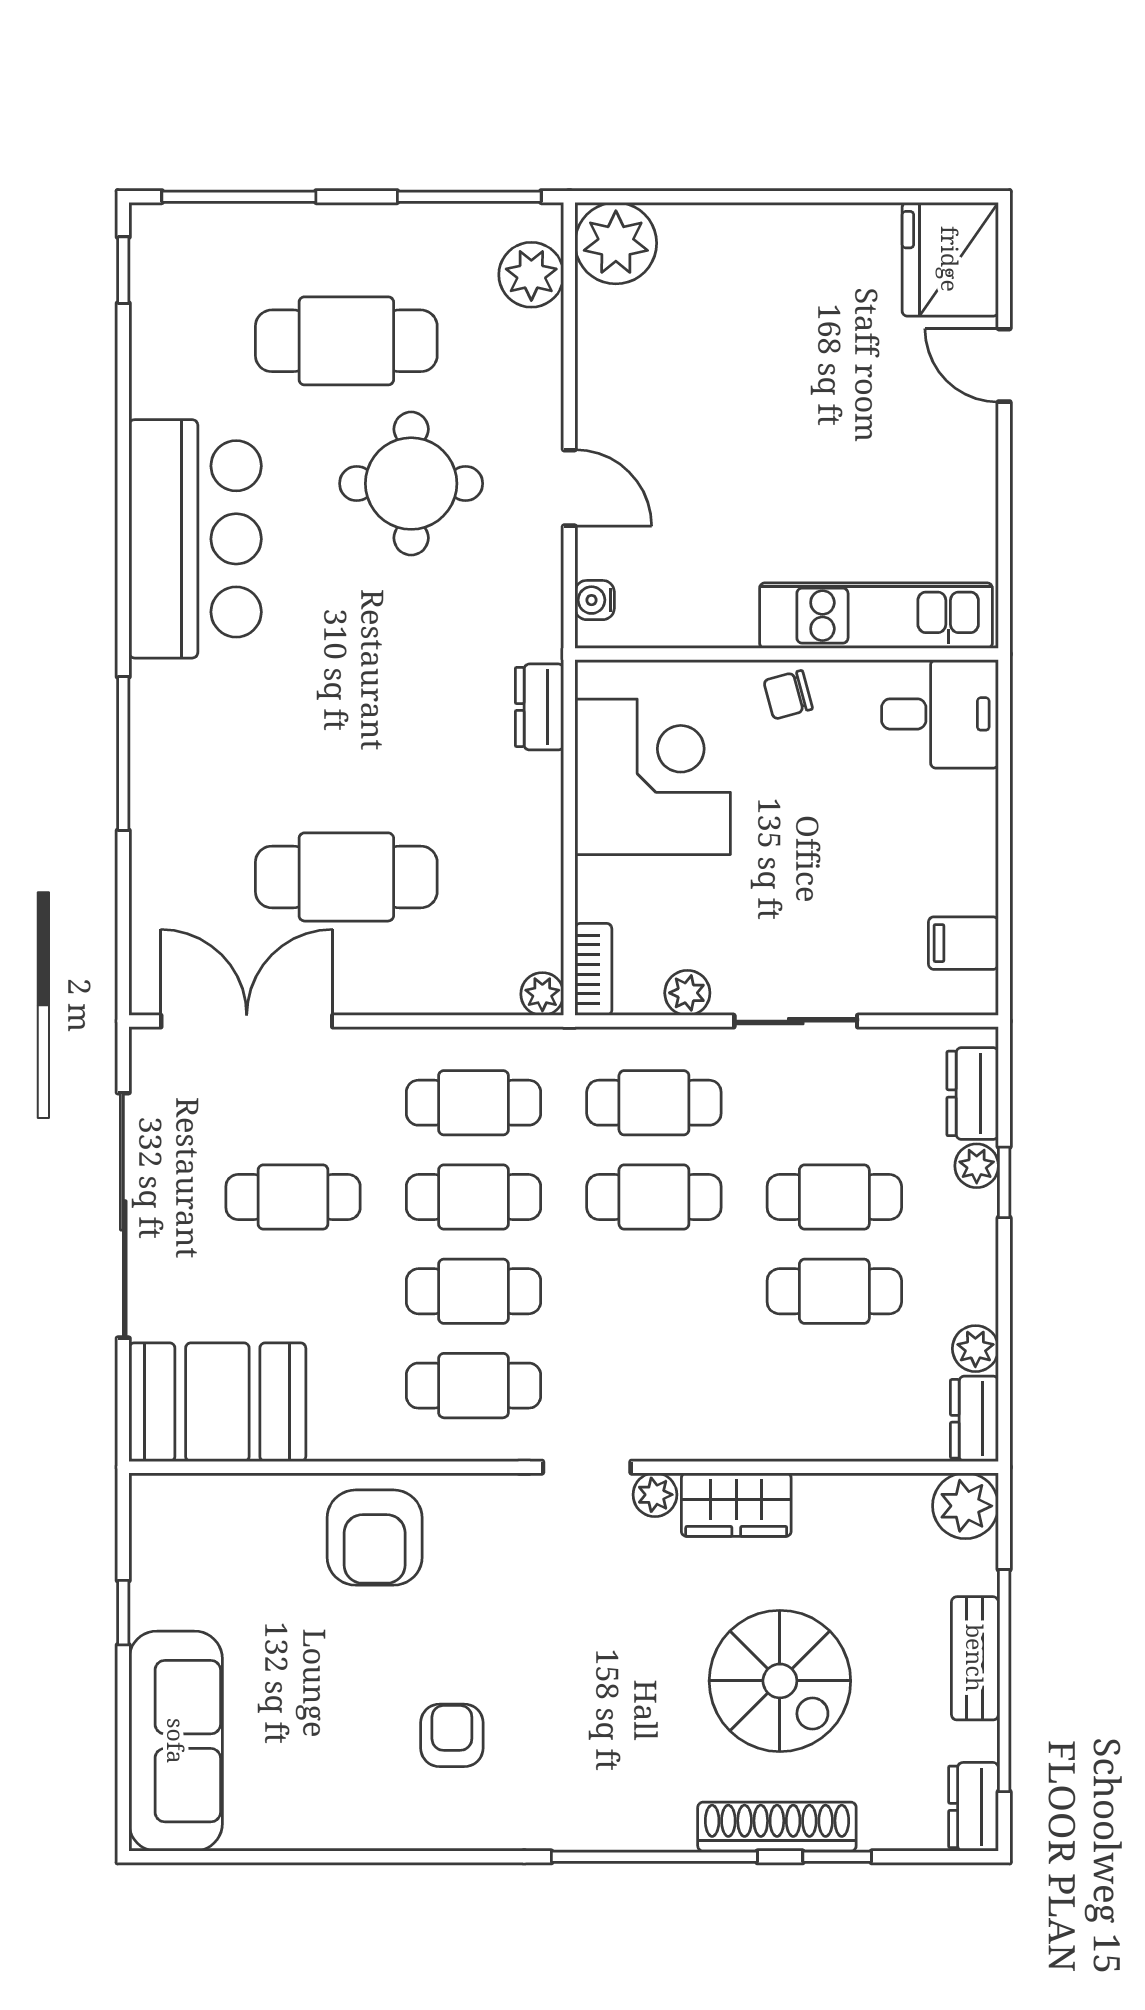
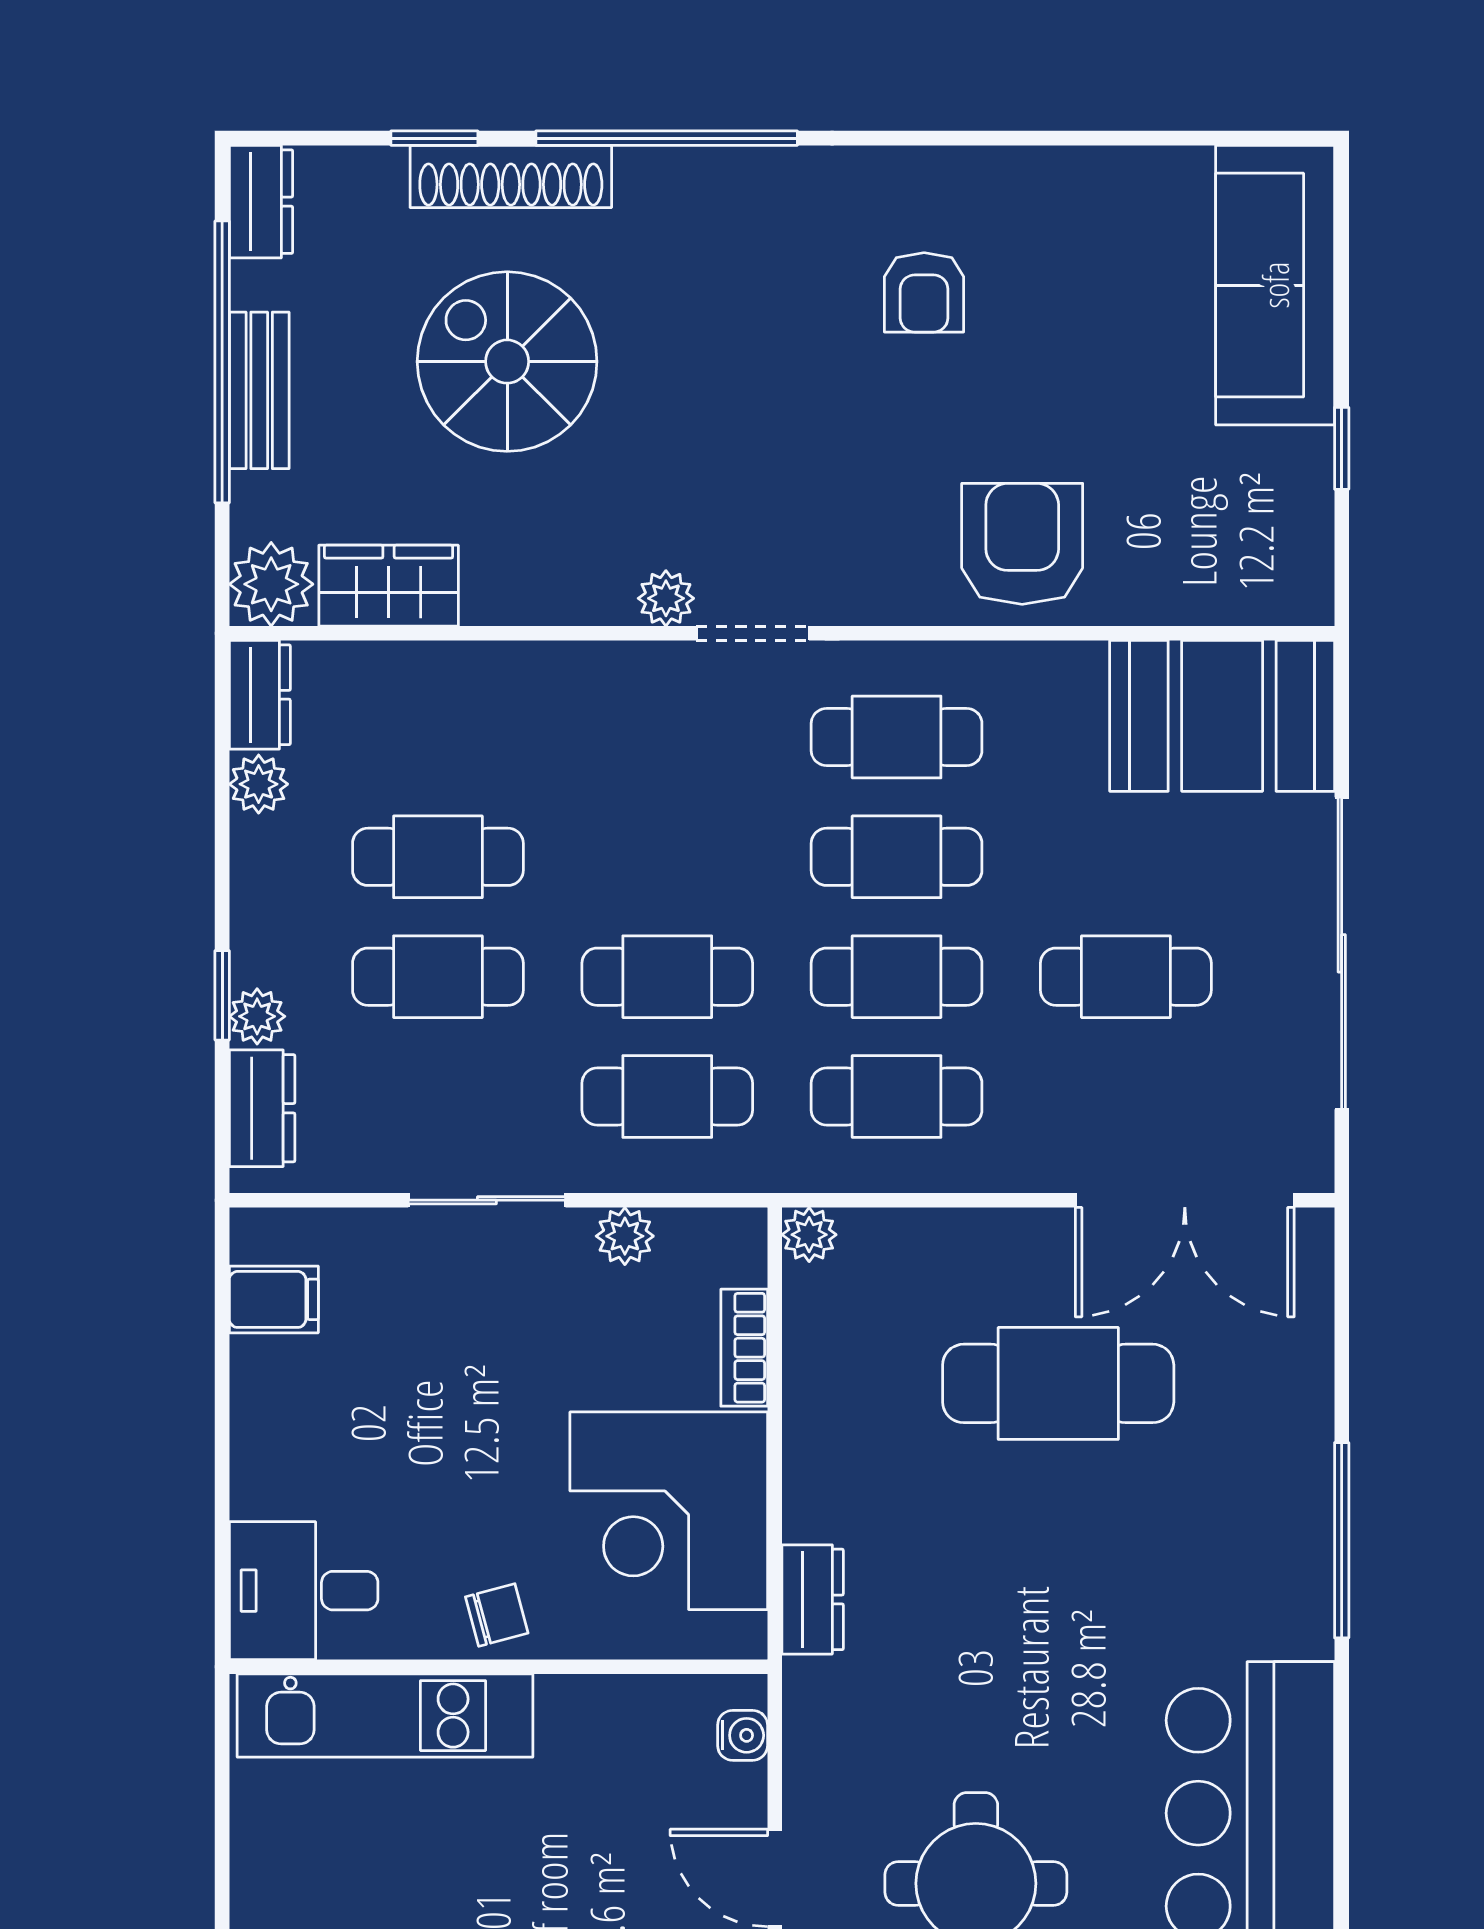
bookcase: (593, 969) -> (744, 1348), moved
wardrobe: (736, 1505) -> (389, 586), moved

